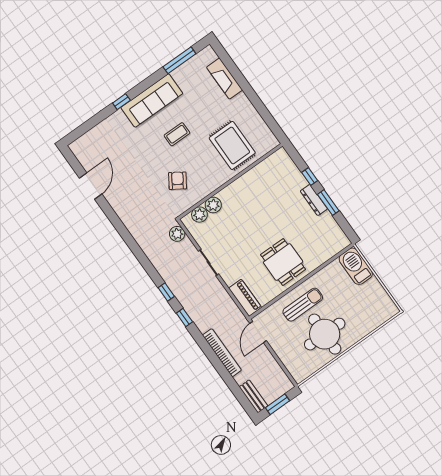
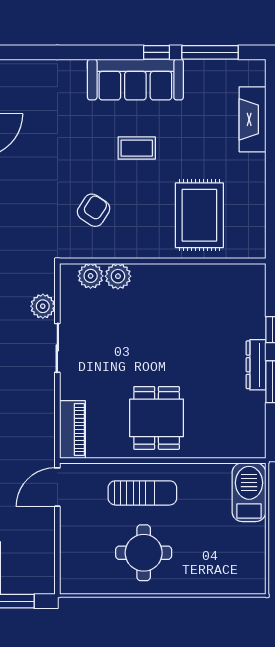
window: (121, 102) -> (157, 52), moved
plant: (177, 234) -> (43, 306), moved
round table: (325, 334) -> (144, 553), width x0.73, depth x0.73

